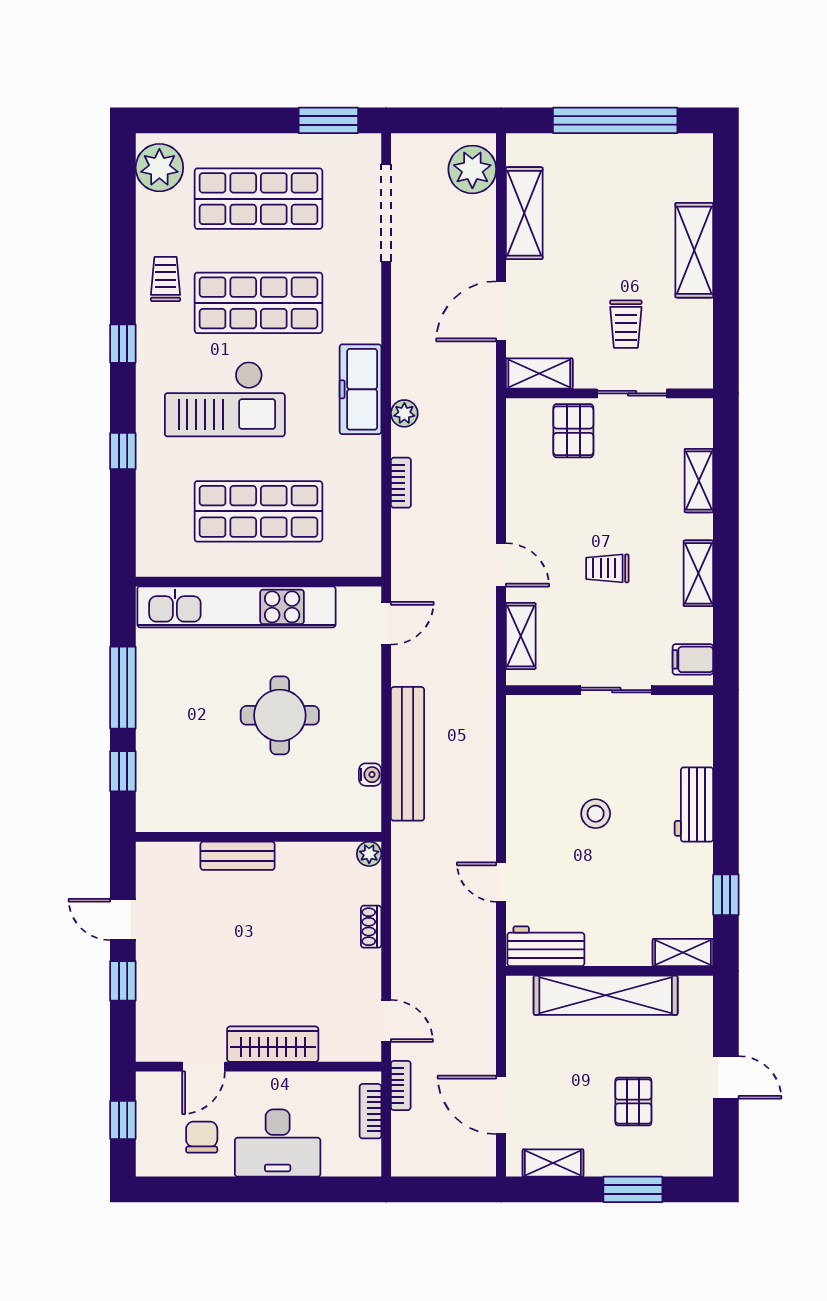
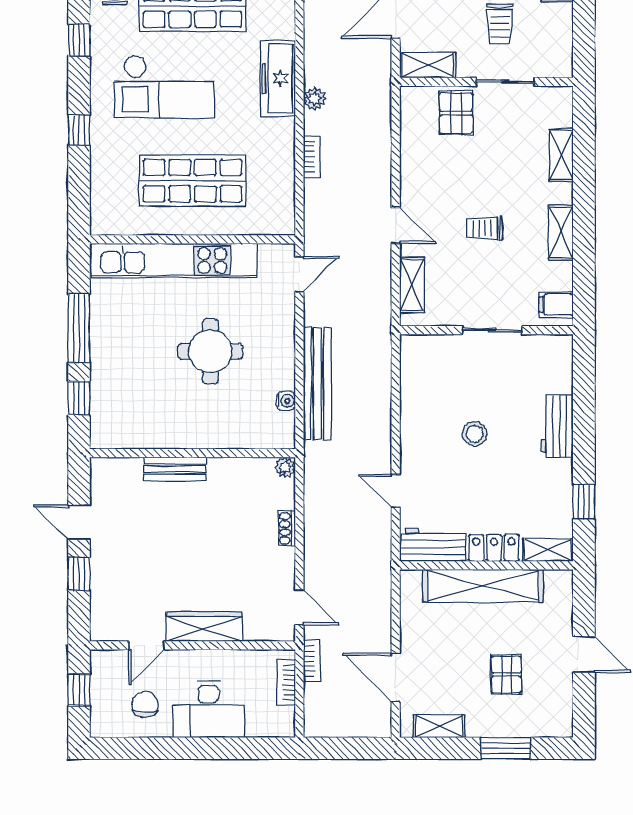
locker: (619, 950) -> (494, 548), added

